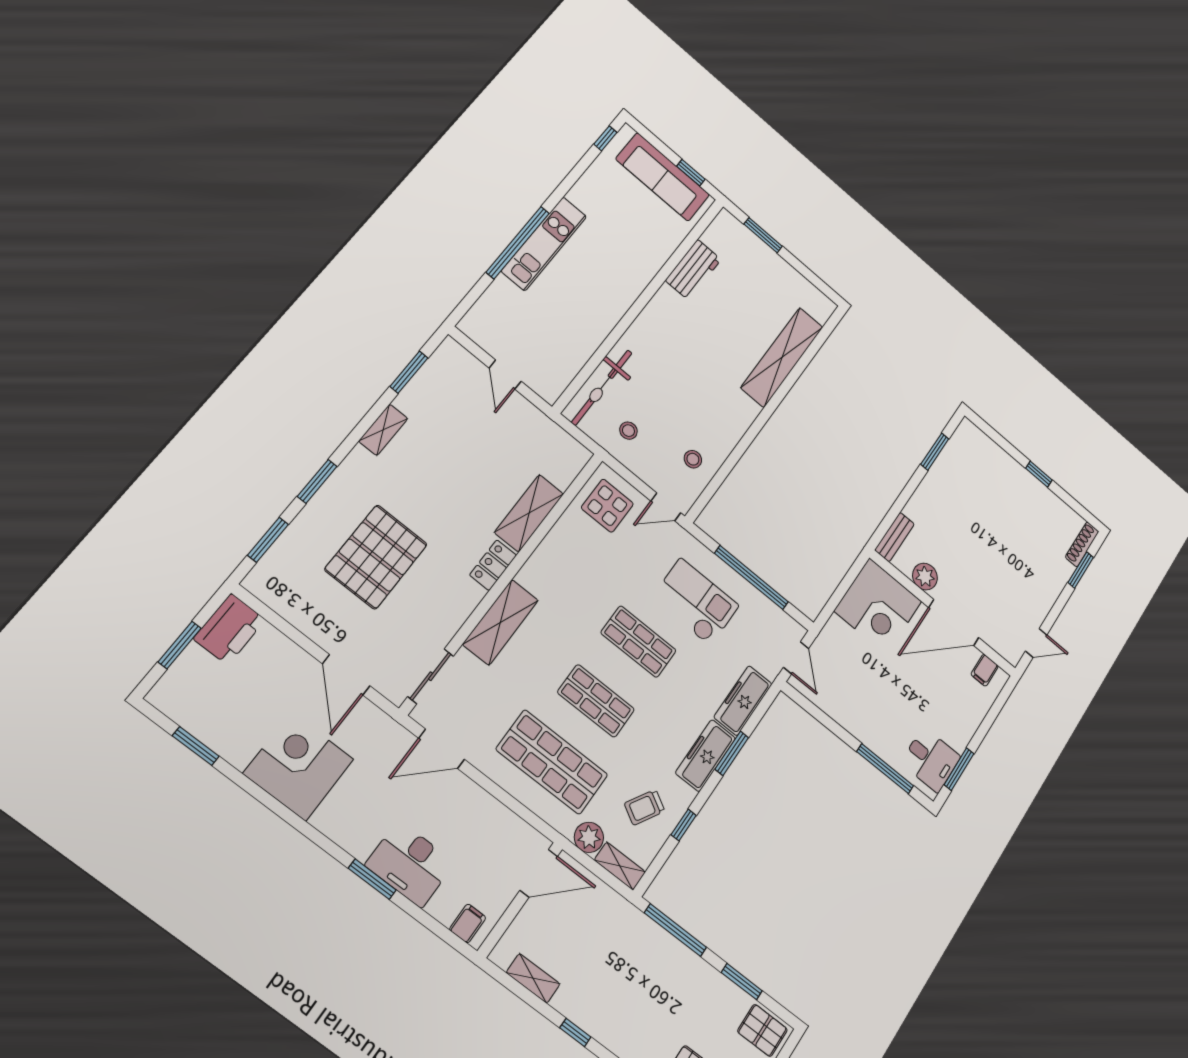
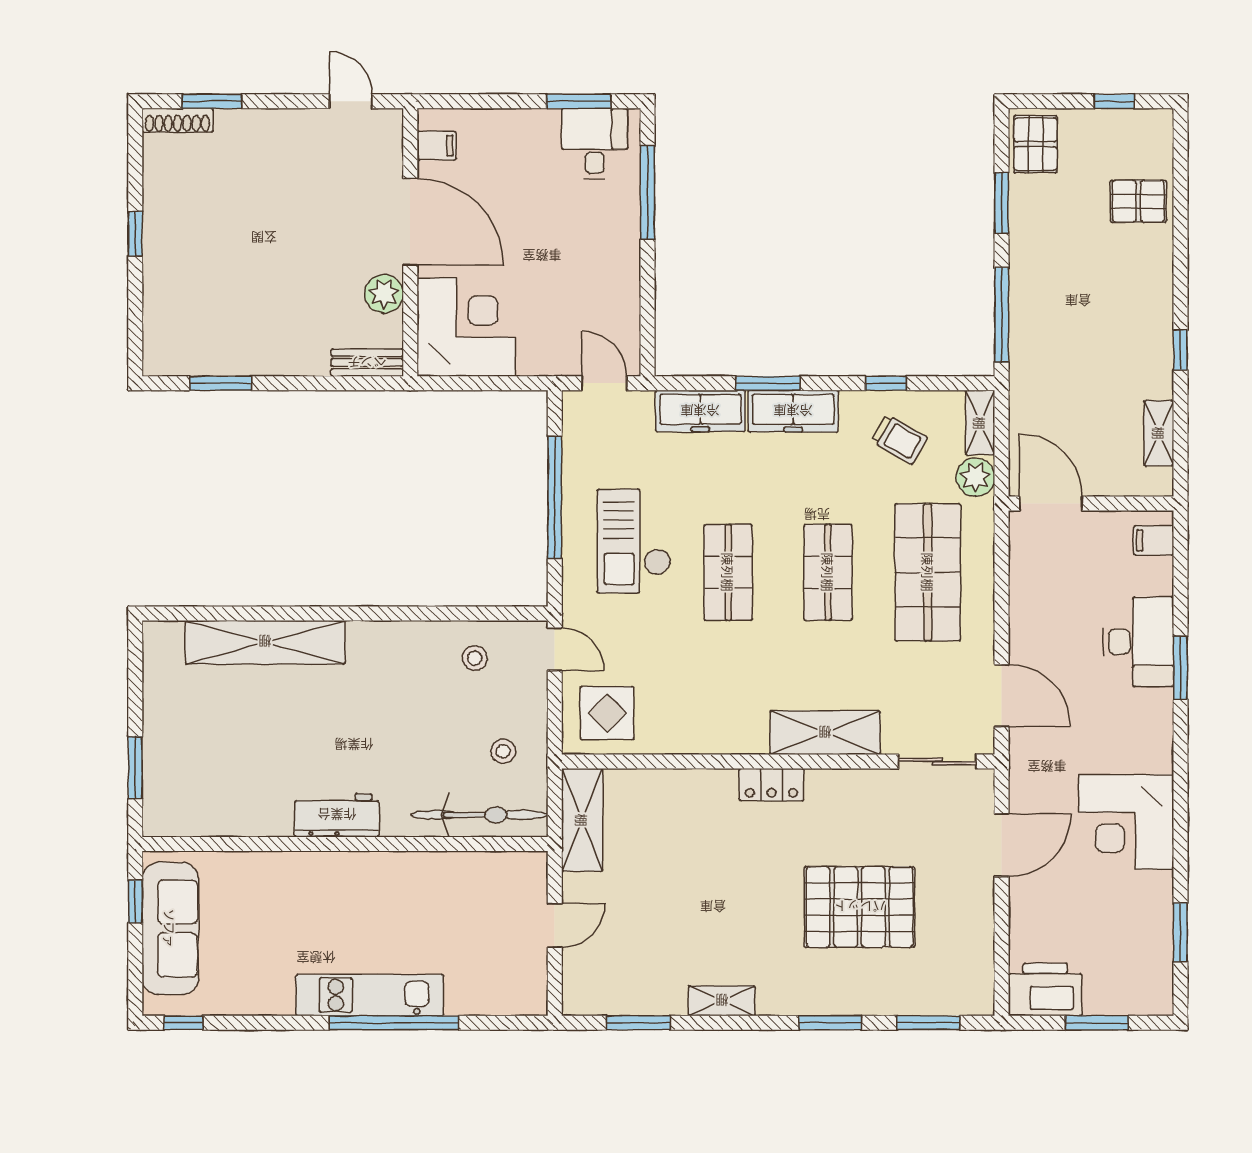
workbench: (693, 270) -> (337, 815), moved
shelving: (529, 513) -> (582, 820), moved, turned 90
door: (796, 658) -> (604, 383), hinge flipped

